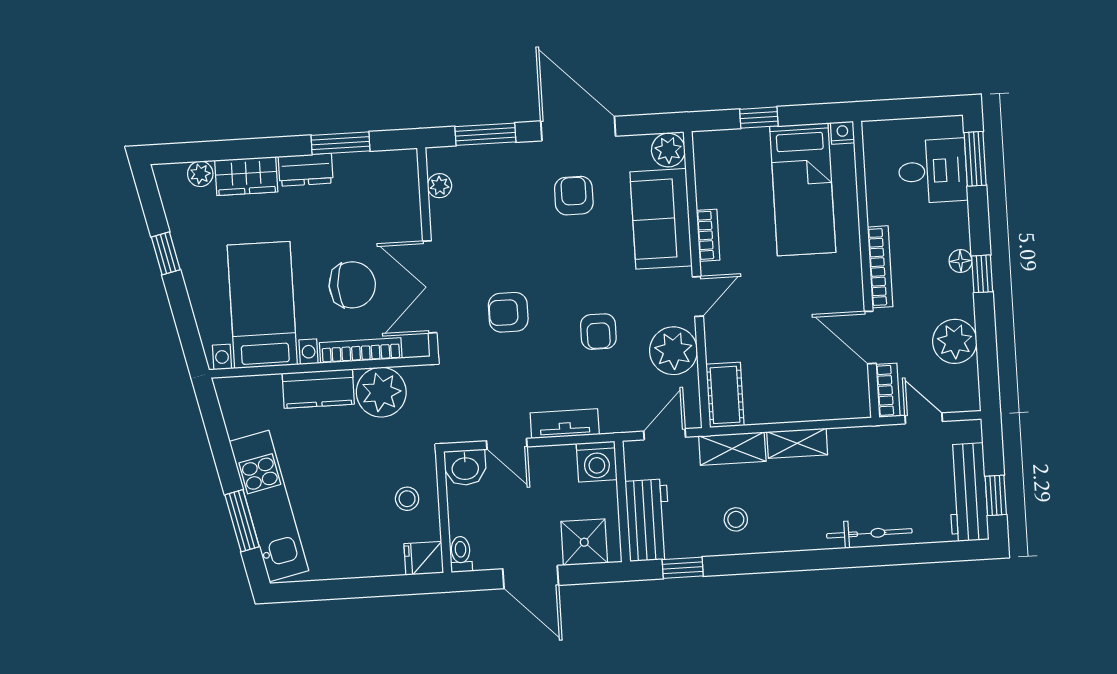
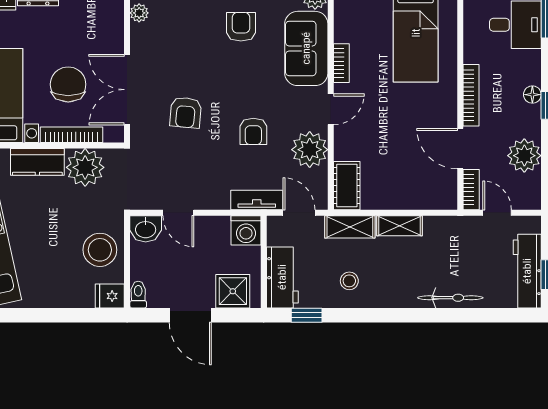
chair: (352, 285) -> (68, 84), turned -90
armchair: (508, 312) -> (186, 113), turned -85
tv unit: (565, 424) -> (257, 200), moved
door: (665, 434) -> (299, 213), hinge flipped
stool: (407, 499) -> (100, 250), width x1.89, depth x1.89

